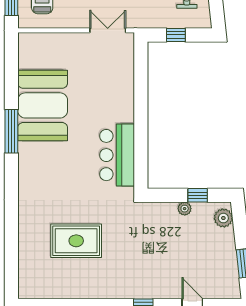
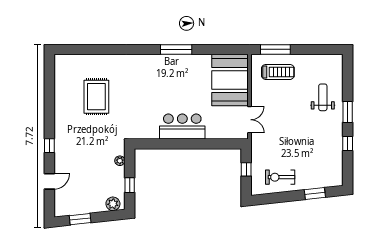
booth: (43, 105) -> (230, 80), moved, turned 90
bar counter: (117, 155) -> (182, 127), moved
plant: (185, 209) -> (120, 161), moved

